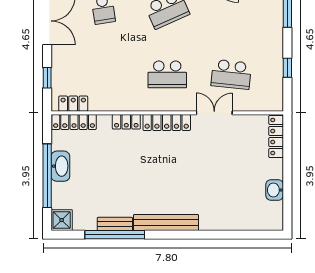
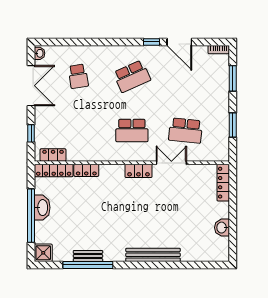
window: (287, 68) -> (233, 125), width x1.50
locker: (126, 122) -> (86, 170), moved
locker: (167, 123) -> (138, 171), width x0.66
bench: (166, 223) -> (153, 255), moved

